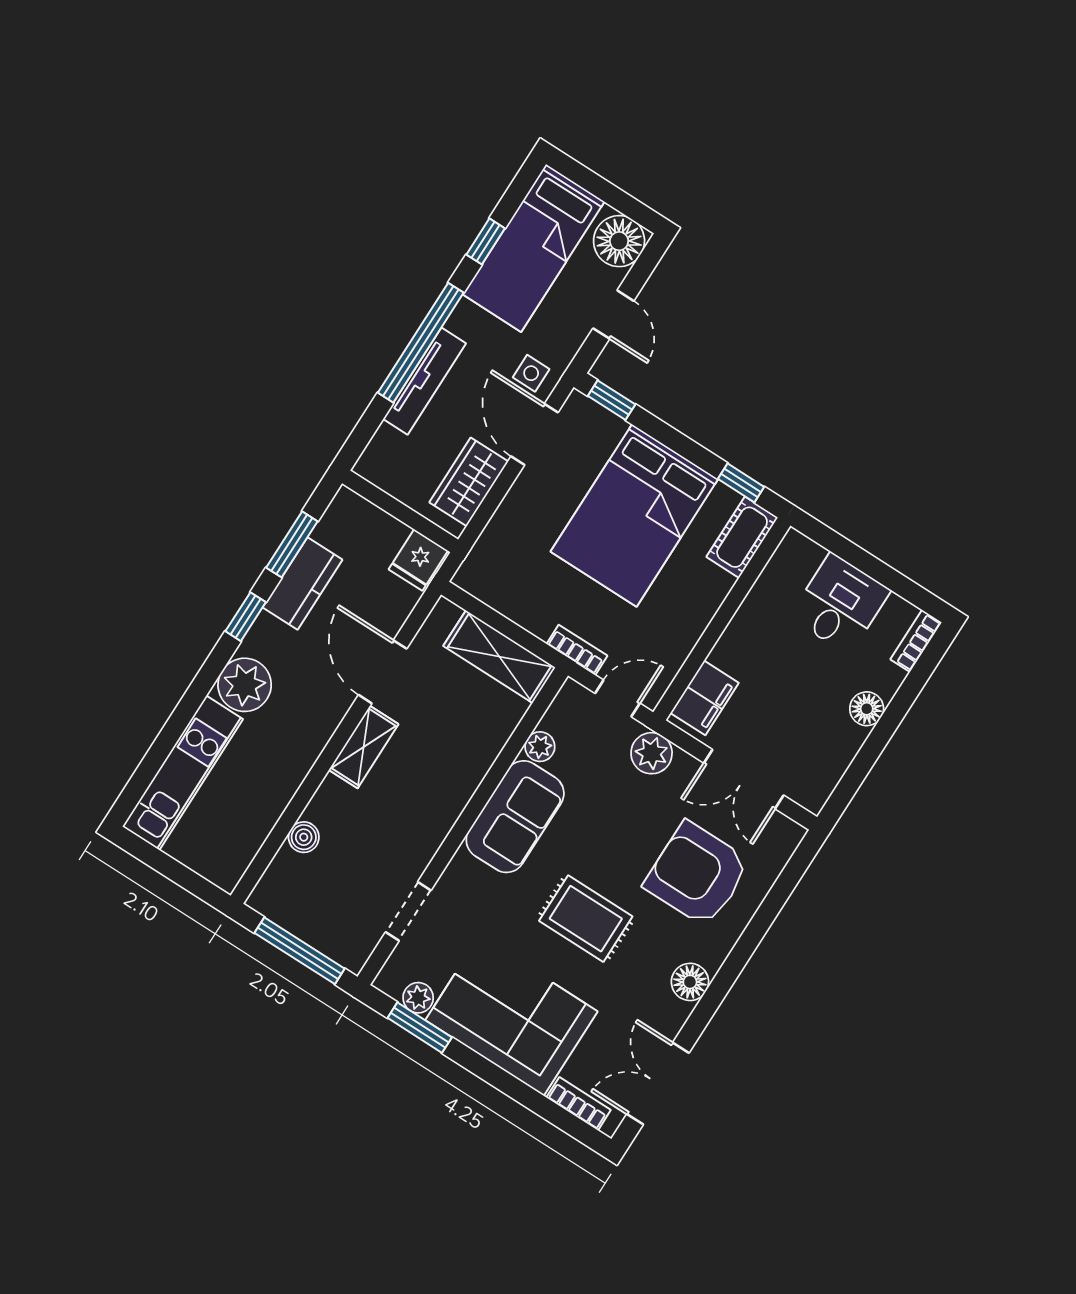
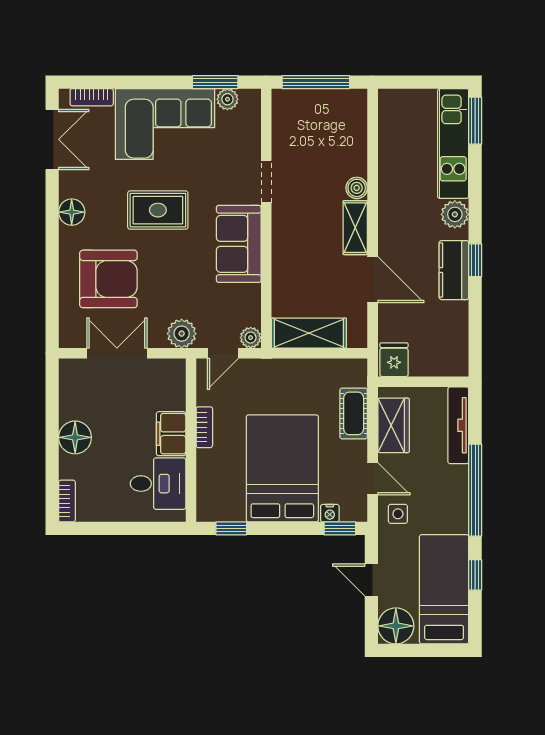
tv unit: (425, 381) -> (458, 425), moved
nightstand: (612, 426) -> (330, 513), added
door: (535, 434) -> (373, 479), width x0.73
cot: (742, 537) -> (354, 413), moved
window: (292, 544) -> (475, 121), moved
kitchen counter: (303, 583) -> (454, 270), moved
desk: (840, 604) -> (158, 484), moved, turned -90
bookcase: (577, 650) -> (204, 427), moved, turned -90
plant: (245, 685) -> (455, 214), width x0.73, depth x0.73
filing cabinet: (705, 698) -> (171, 434), moved
floor lamp: (867, 709) -> (75, 437), width x1.38, depth x1.38
plant: (540, 747) -> (251, 338), moved
boiler: (304, 837) -> (357, 188), moved
doorway: (408, 911) -> (266, 182), moved

